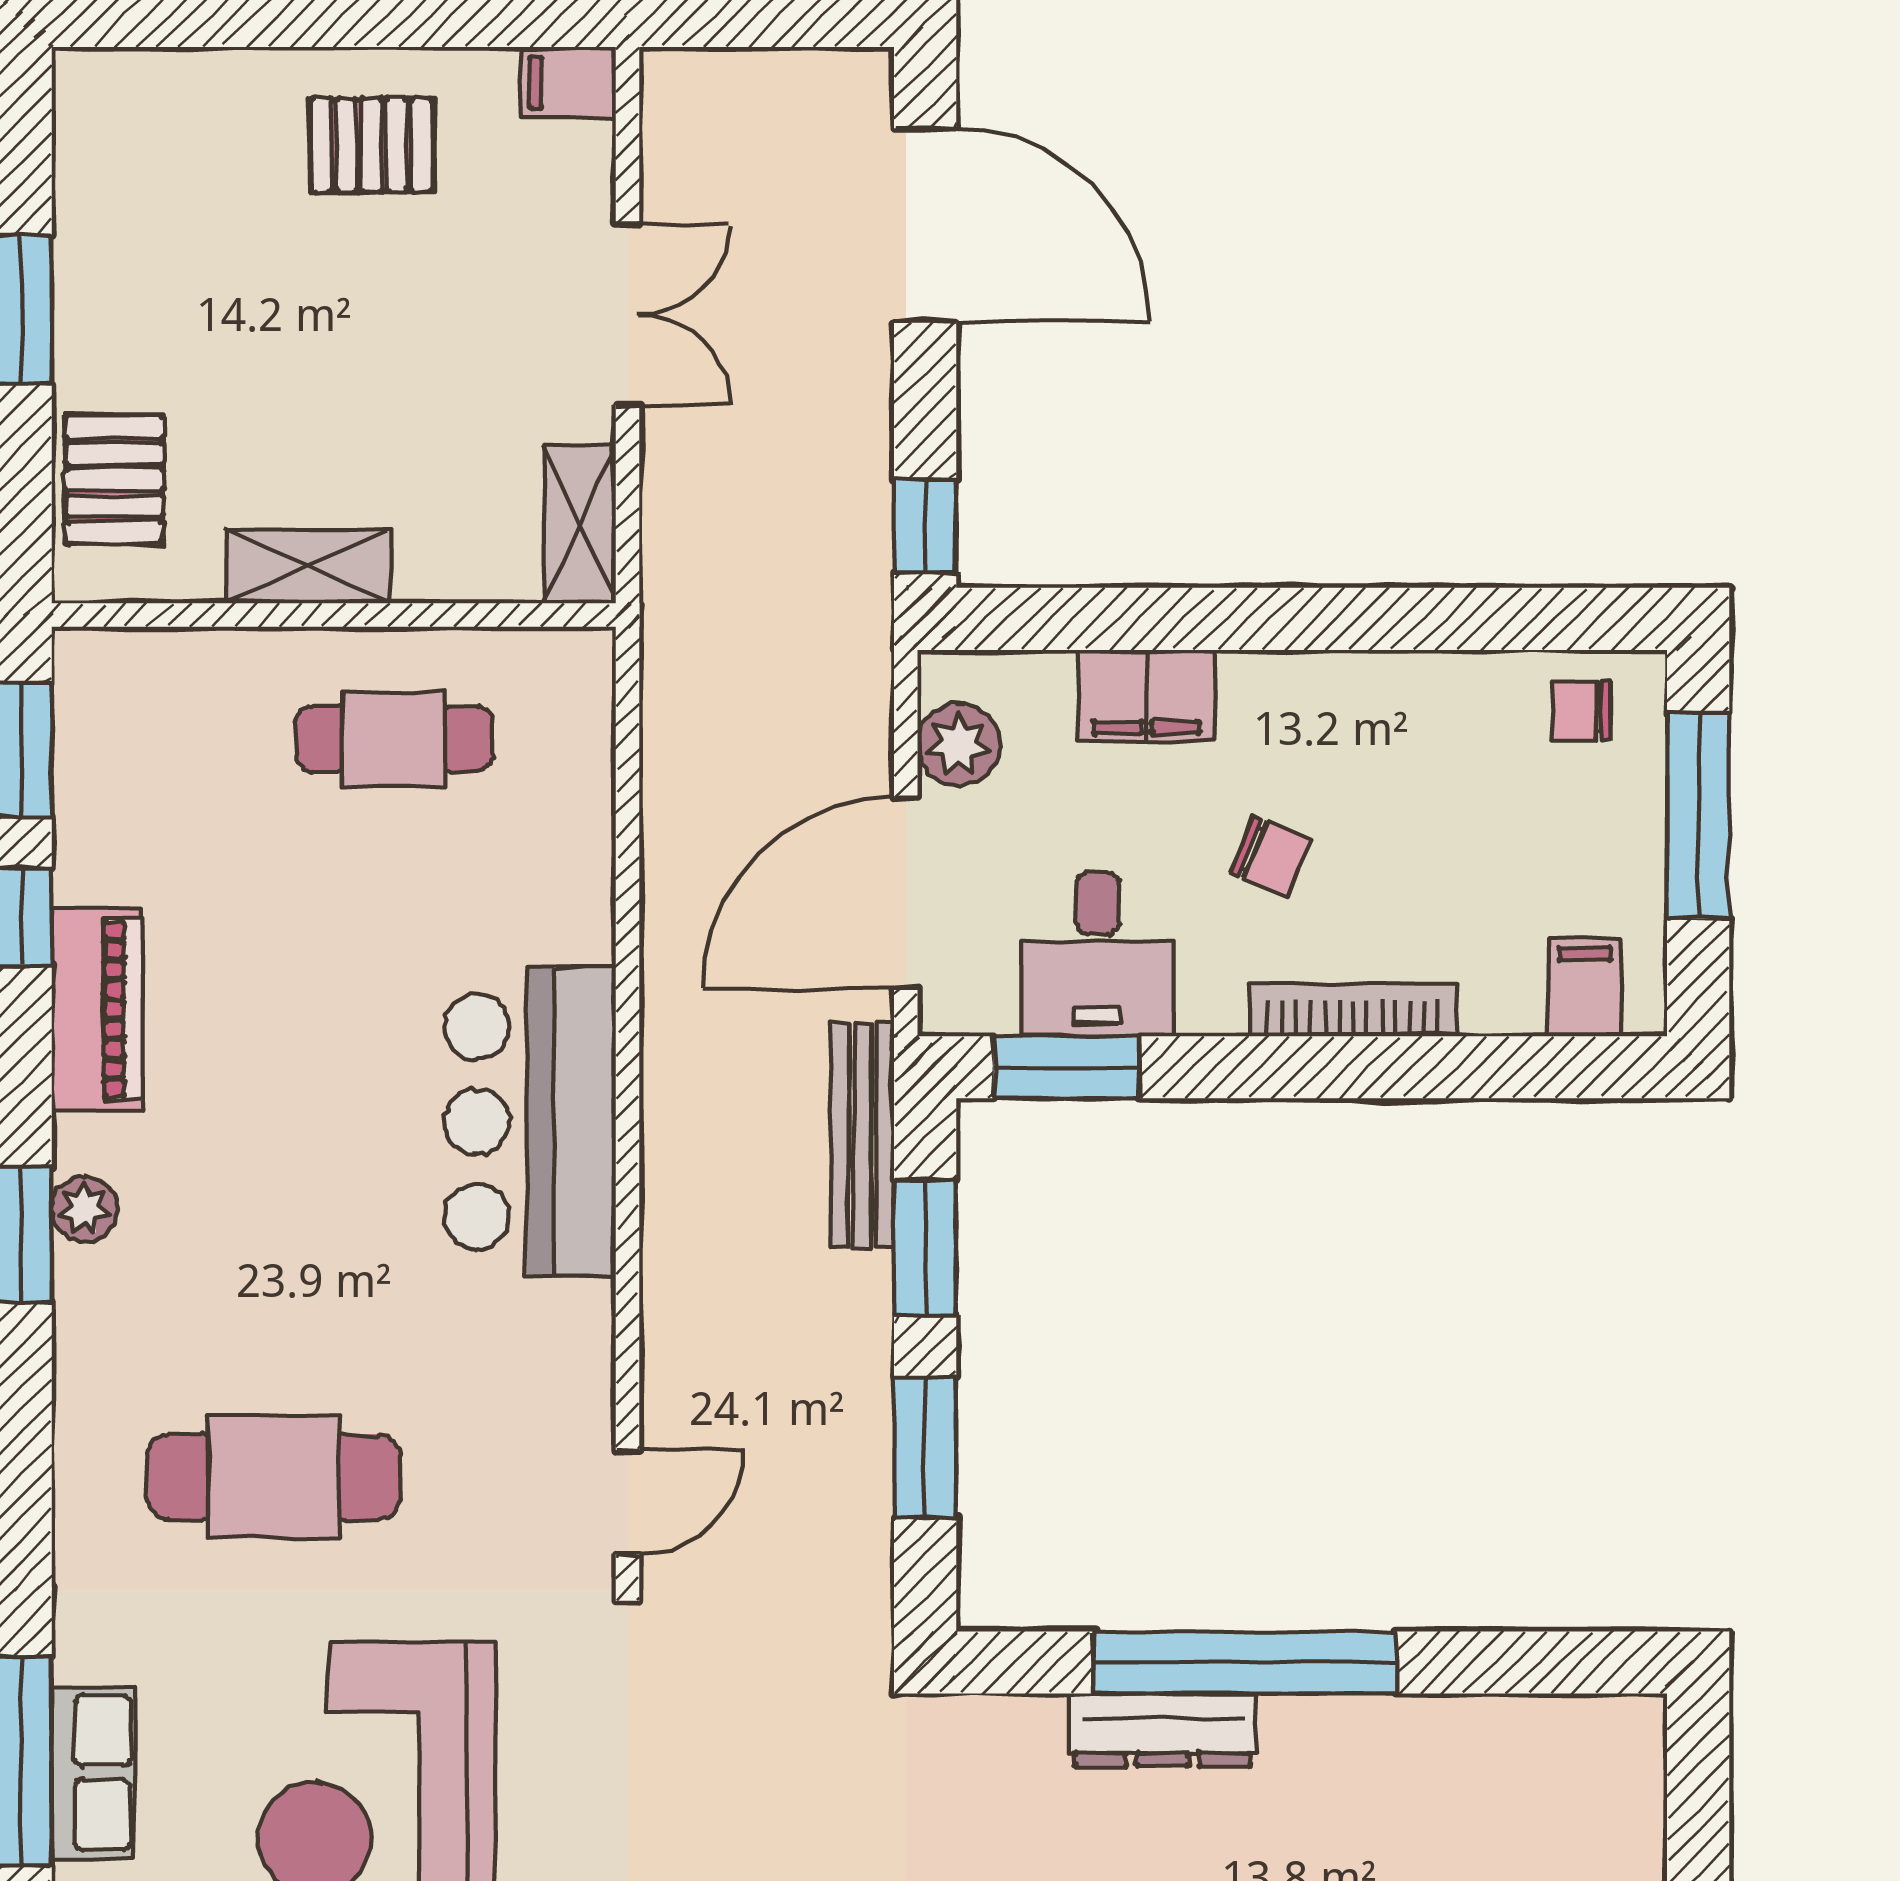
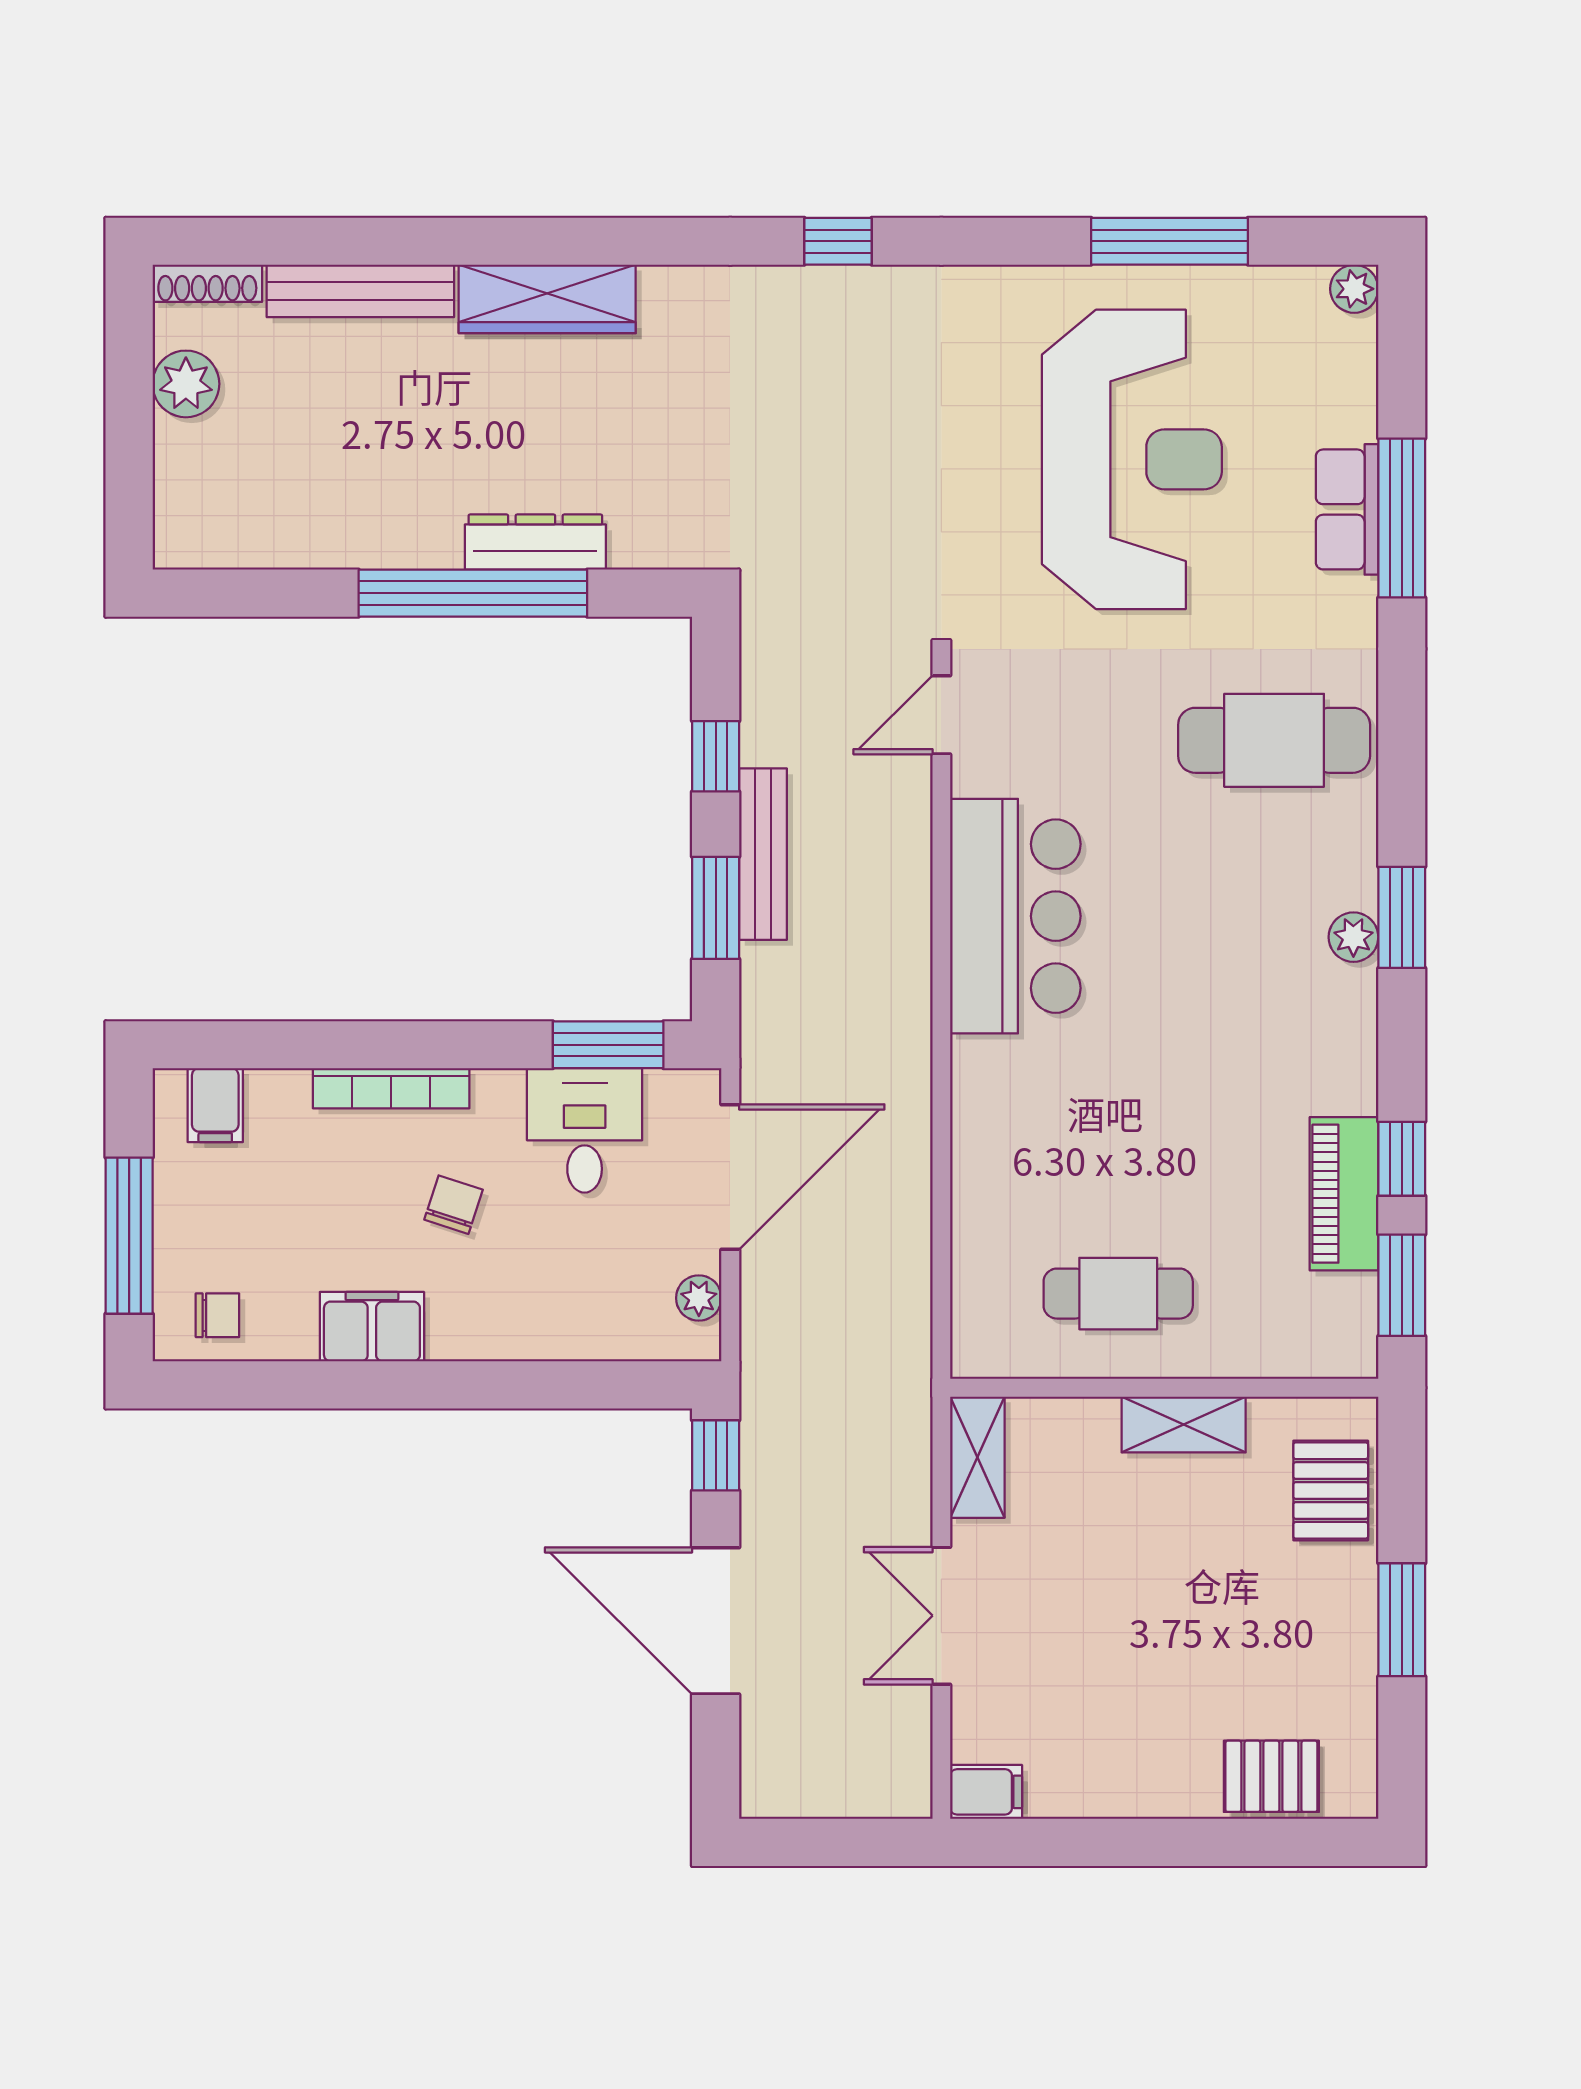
pallet: (372, 145) -> (1271, 1776), moved
door: (925, 225) -> (716, 1621), moved
filing cabinet: (1147, 696) -> (372, 1327), moved
plant: (958, 745) -> (699, 1298), width x0.73, depth x0.73
chair: (1271, 856) -> (454, 1205), turned 86
piano: (97, 1009) -> (1344, 1194), moved
bar counter: (530, 1122) -> (1015, 916), moved
bench: (863, 1135) -> (763, 854), moved
window: (925, 1447) -> (716, 756), width x0.67
cafe table: (274, 1477) -> (1274, 740), moved

